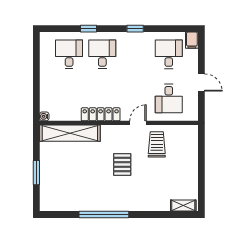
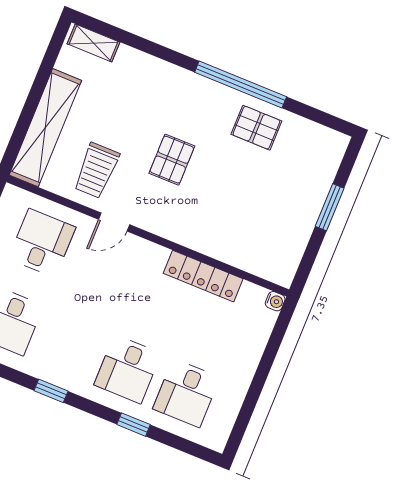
locker: (101, 114) -> (203, 276), moved
shelving: (70, 133) -> (45, 128), moved, turned 90
pallet: (88, 197) -> (256, 128), added

